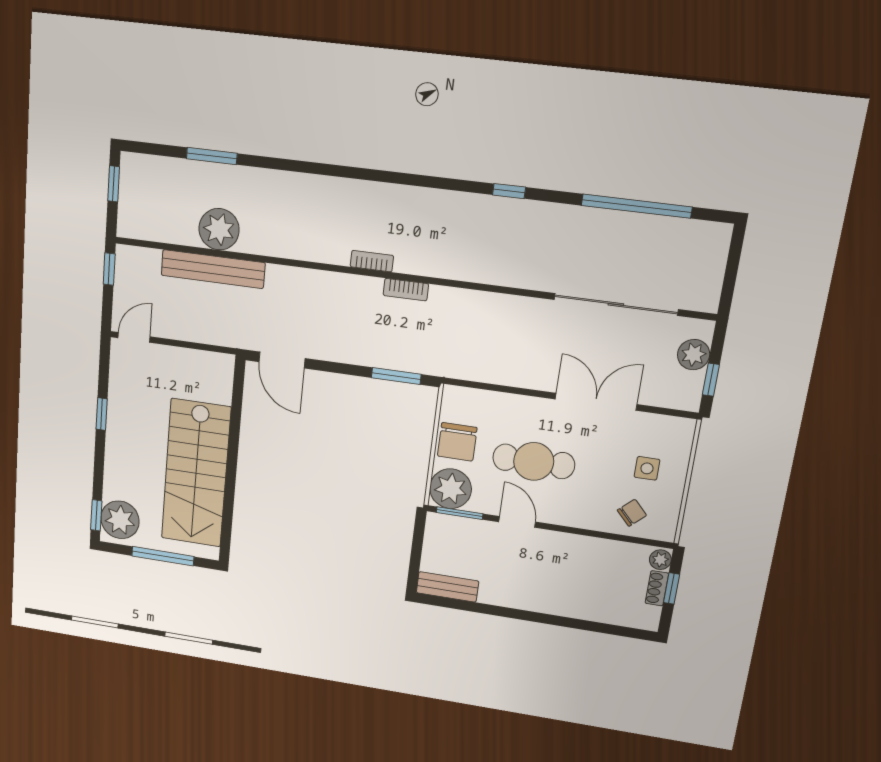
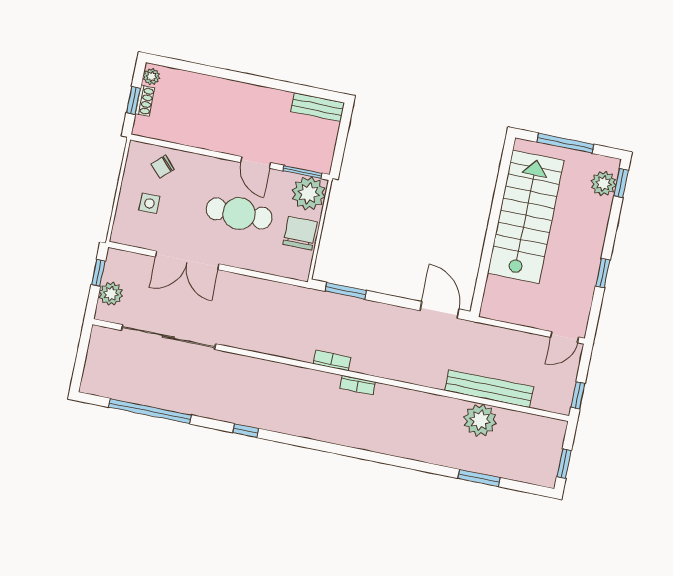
plant: (120, 520) -> (604, 183), width x0.73, depth x0.73
plant: (660, 560) -> (151, 77), moved

